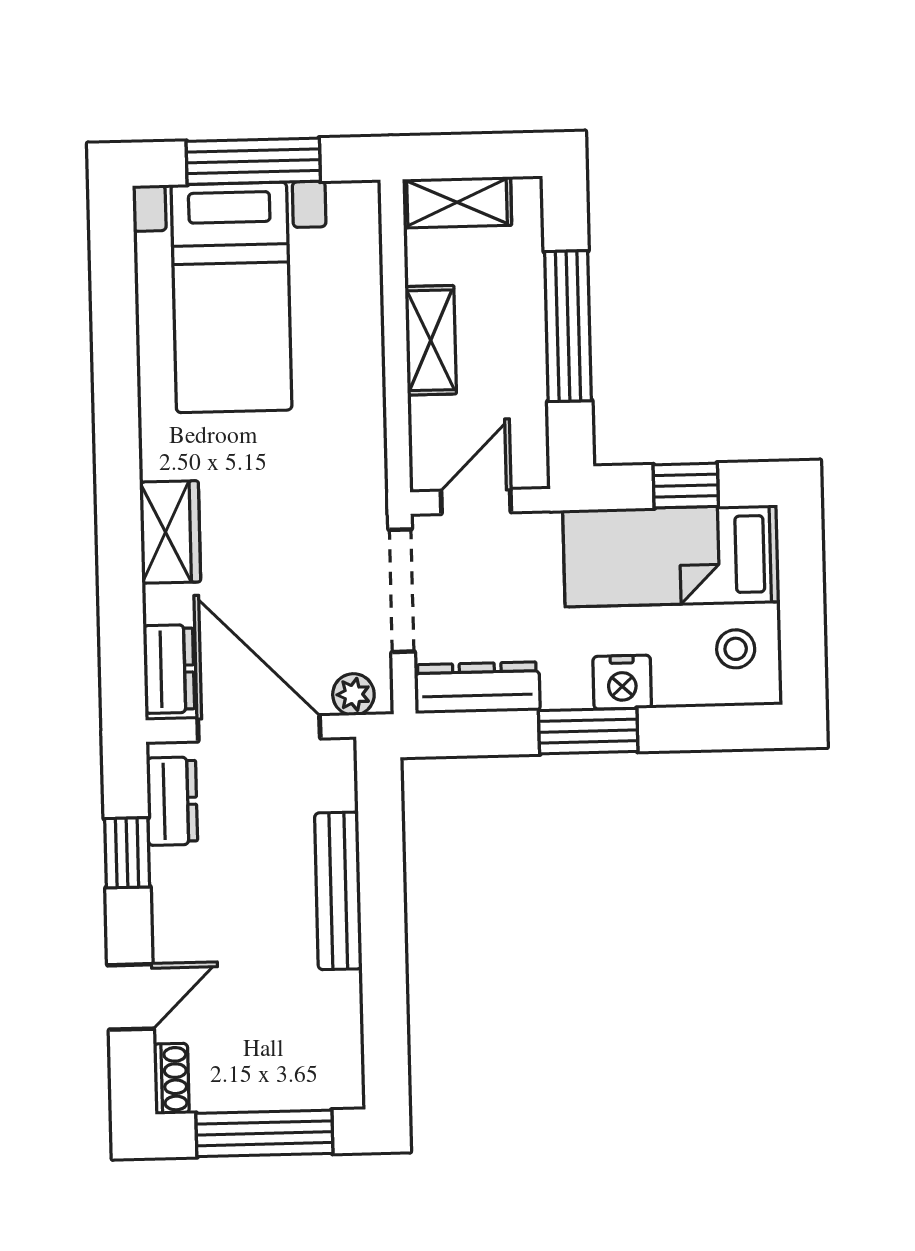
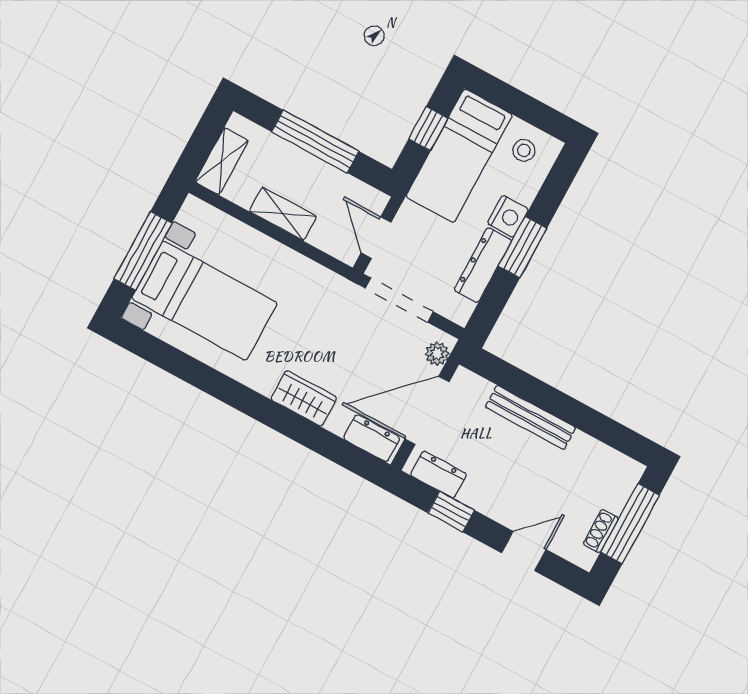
dresser: (477, 688) -> (483, 265), moved
door: (131, 997) -> (524, 551), hinge flipped
shoe rack: (171, 1079) -> (601, 531), moved, turned -90

